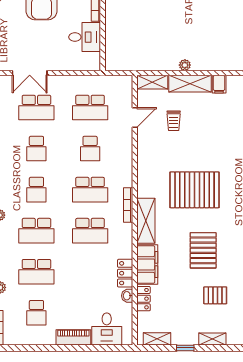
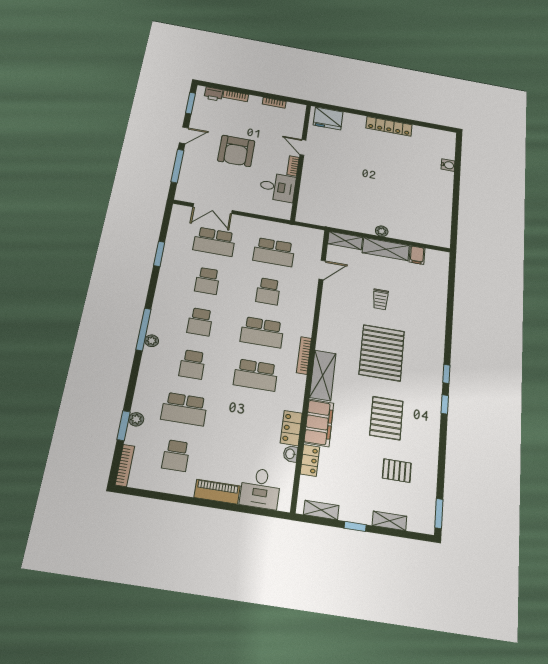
trolley: (174, 121) -> (380, 299), moved
pallet: (195, 190) -> (382, 353), turned 90
school desk: (36, 231) -> (192, 364), width x0.54

